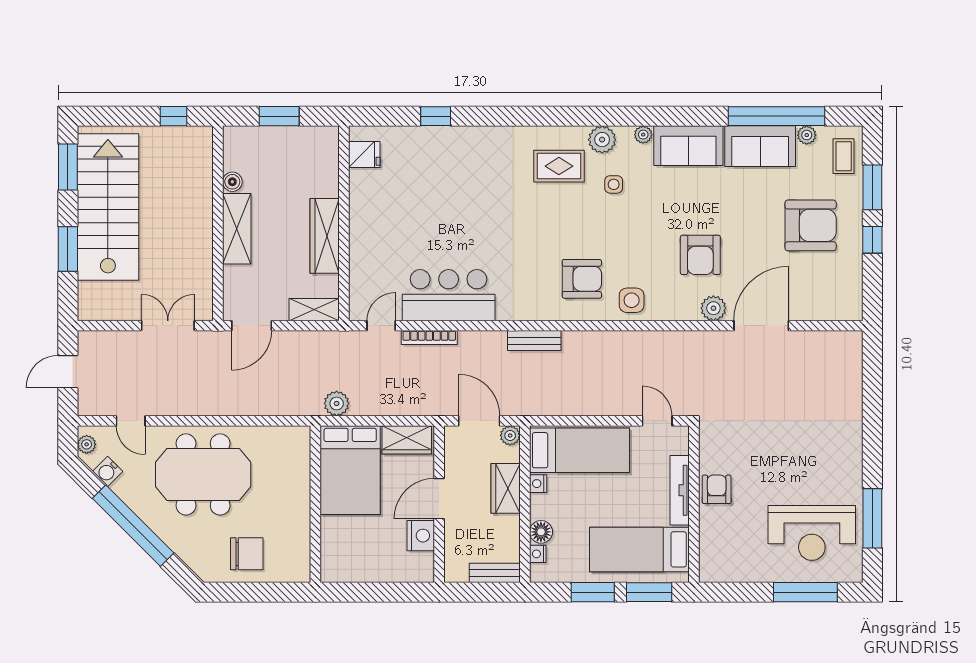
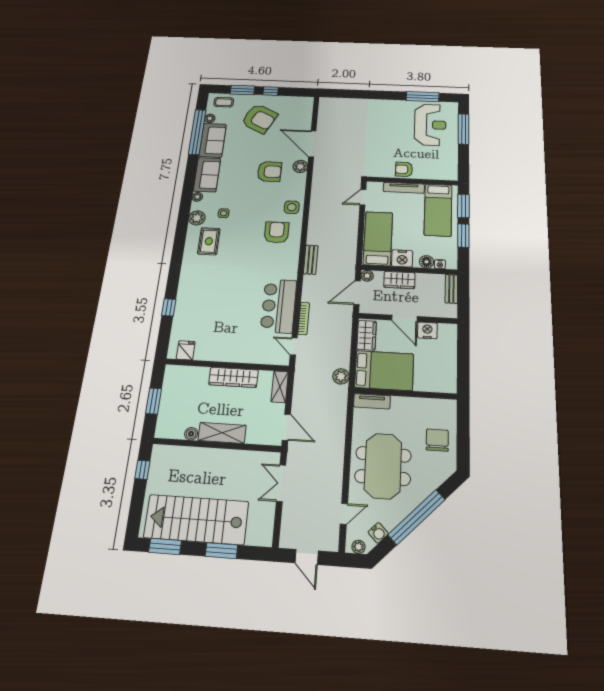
armchair: (811, 225) -> (259, 119), turned 117
tv unit: (300, 453) -> (372, 401), added
nightstand: (538, 484) -> (402, 258), width x1.89, depth x1.79

